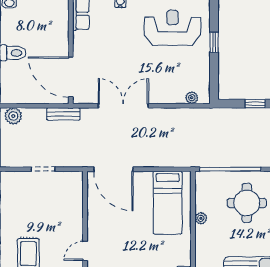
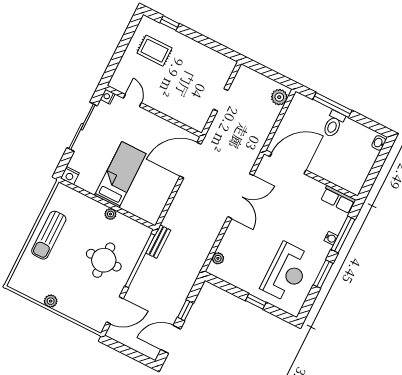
bench: (63, 114) -> (158, 242), moved
bed: (168, 203) -> (120, 175), moved, turned 90

